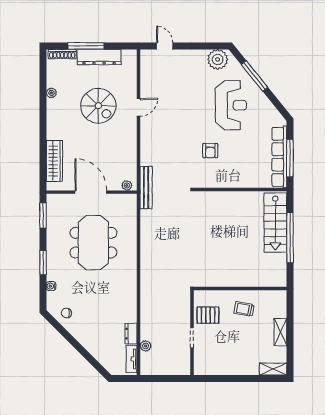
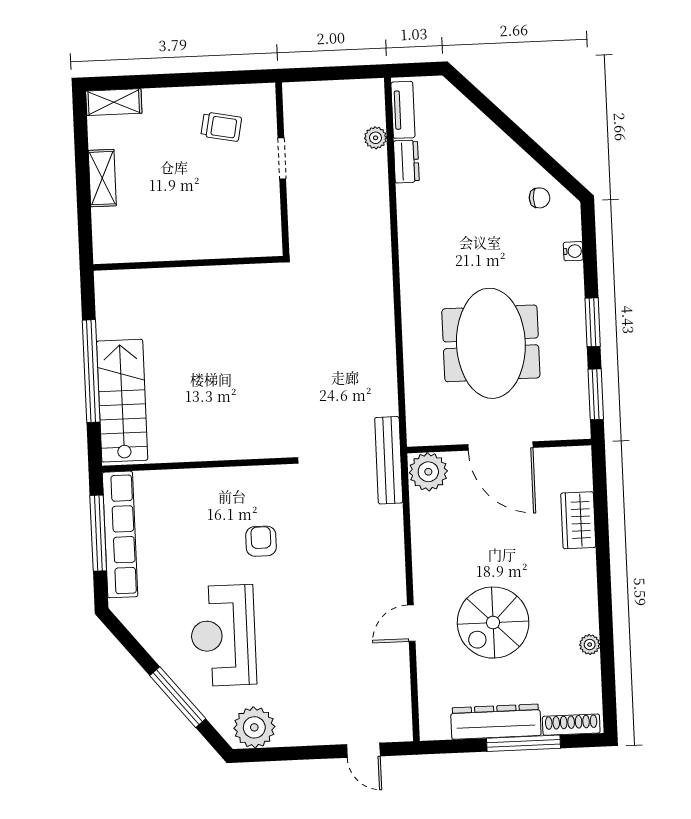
spiral stairs: (98, 106) -> (493, 623), turned -90
wardrobe: (54, 161) -> (578, 520), width x0.67
plant: (127, 185) -> (428, 472), width x1.87, depth x1.87
window: (43, 263) -> (593, 322), moved
trolley: (244, 309) -> (221, 127), moved
pallet: (208, 315) -> (251, 206), removed

